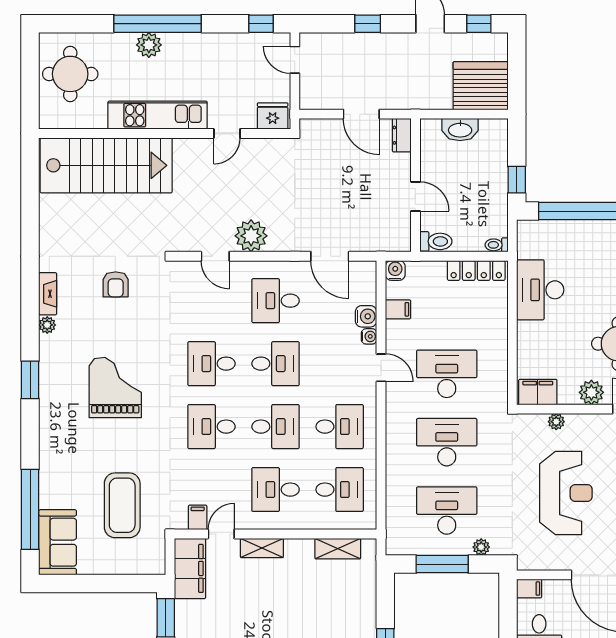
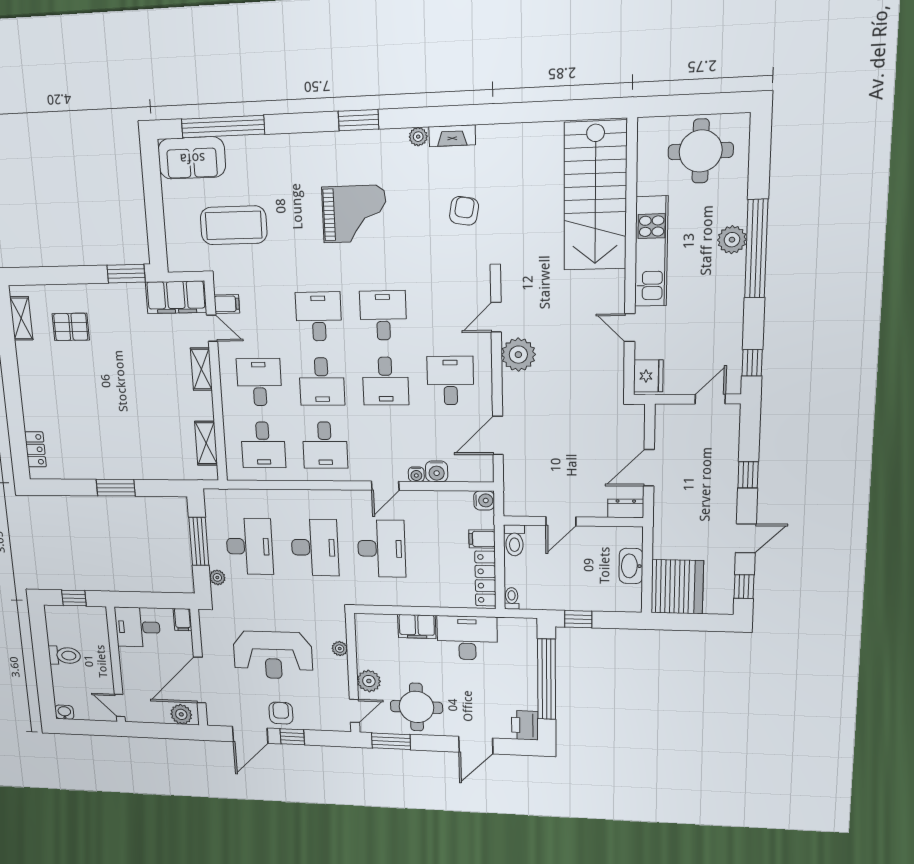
armchair: (116, 284) -> (464, 211), turned 100
filing cabinet: (398, 309) -> (482, 539), moved, turned 90
filing cabinet: (538, 392) -> (417, 627), moved, turned 90

